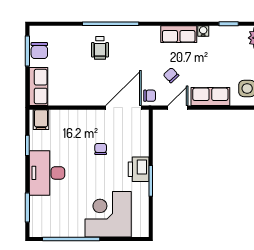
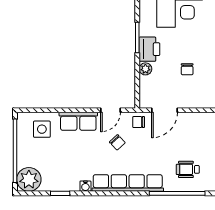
row of seats: (179, 34) -> (128, 183), width x2.02
wheelchair: (100, 48) -> (188, 169), turned -90
door: (123, 108) -> (165, 110), width x0.73
plant: (143, 149) -> (145, 69), added

